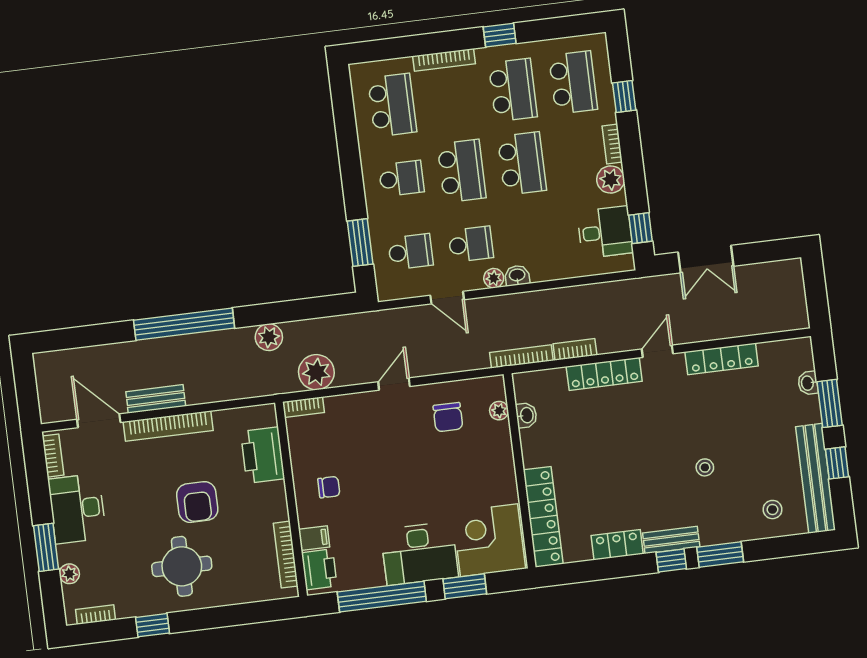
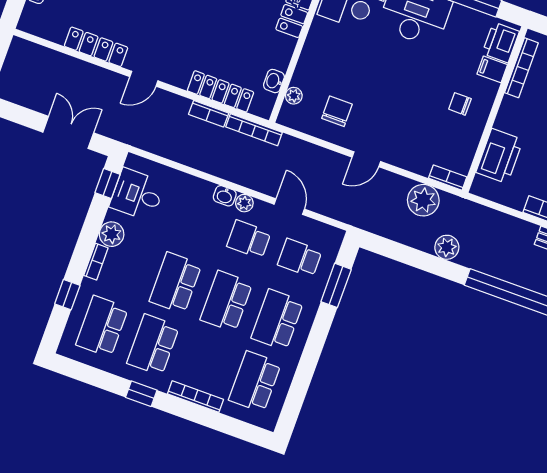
school desk: (401, 178) -> (277, 320), width x1.85
locker: (604, 374) -> (221, 91), moved

